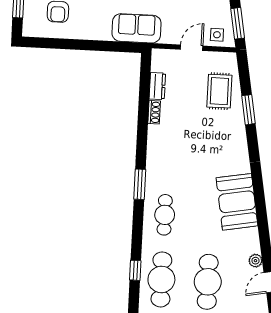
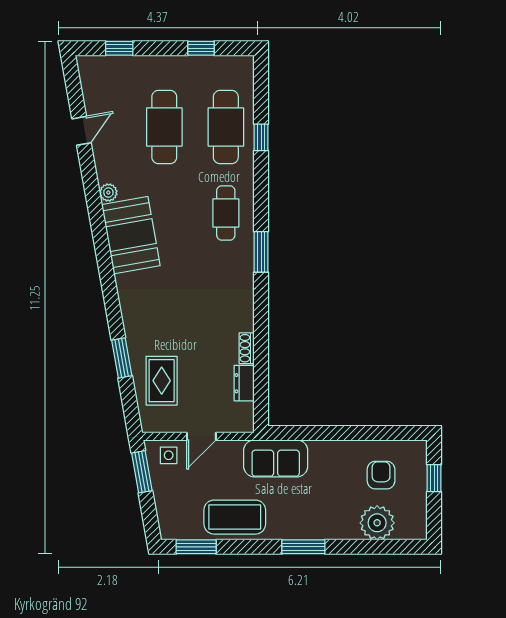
plant: (255, 261) -> (108, 193), moved

